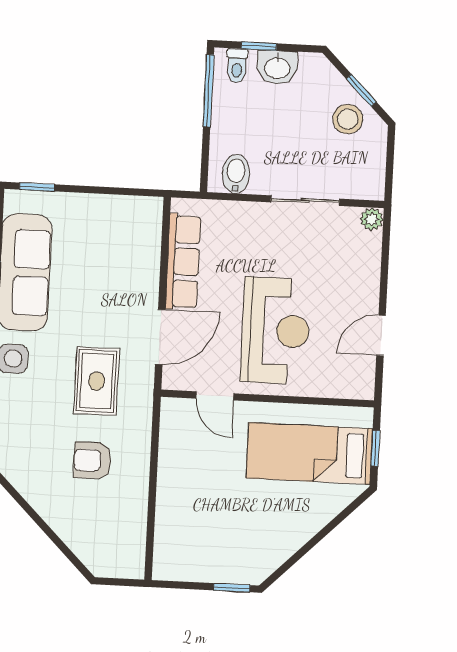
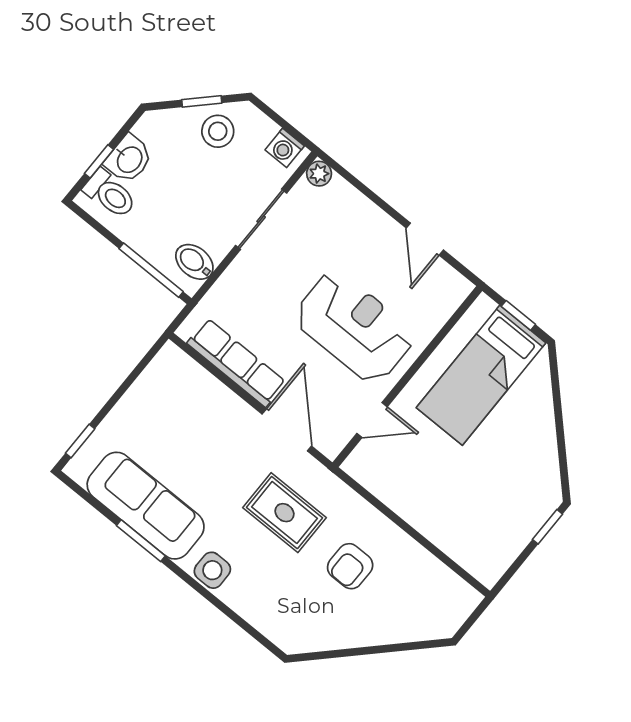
toilet: (237, 66) -> (110, 194), width x1.37, depth x1.39
window: (208, 91) -> (151, 270), moved
washing machine: (372, 179) -> (285, 148), added

